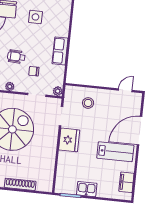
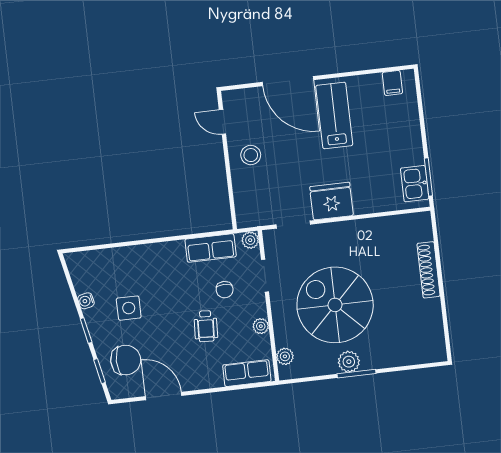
row of seats: (60, 51) -> (211, 248), moved
stool: (88, 103) -> (251, 155), moved
filing cabinet: (126, 182) -> (392, 83), width x0.50
kitchen sink: (87, 189) -> (415, 184), moved

